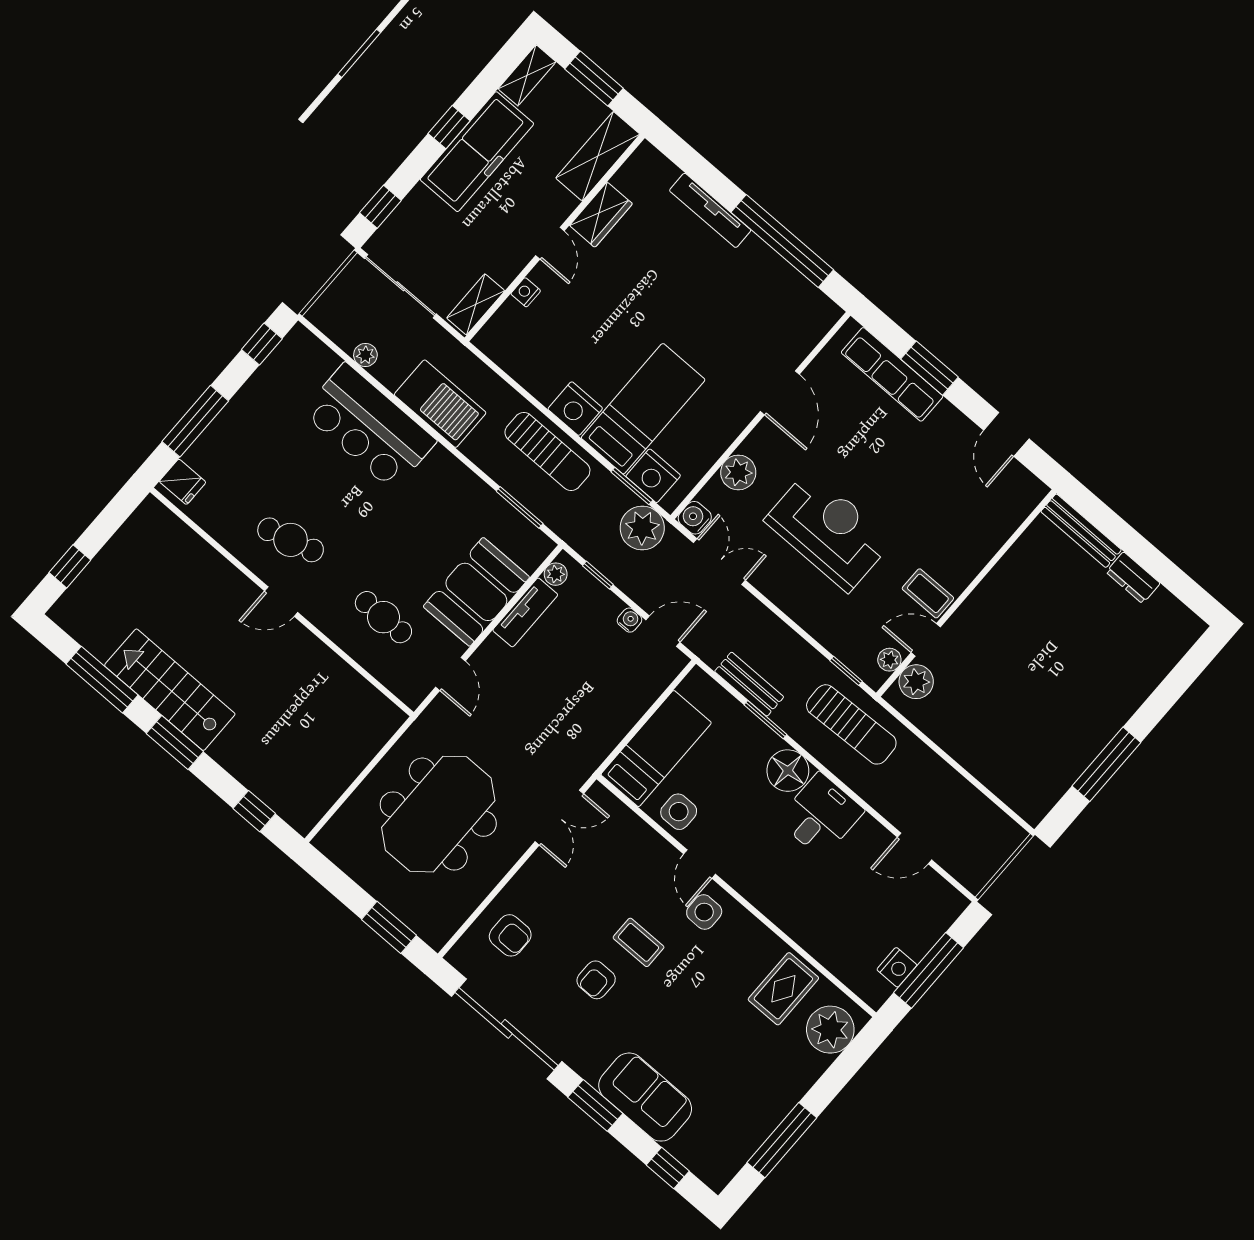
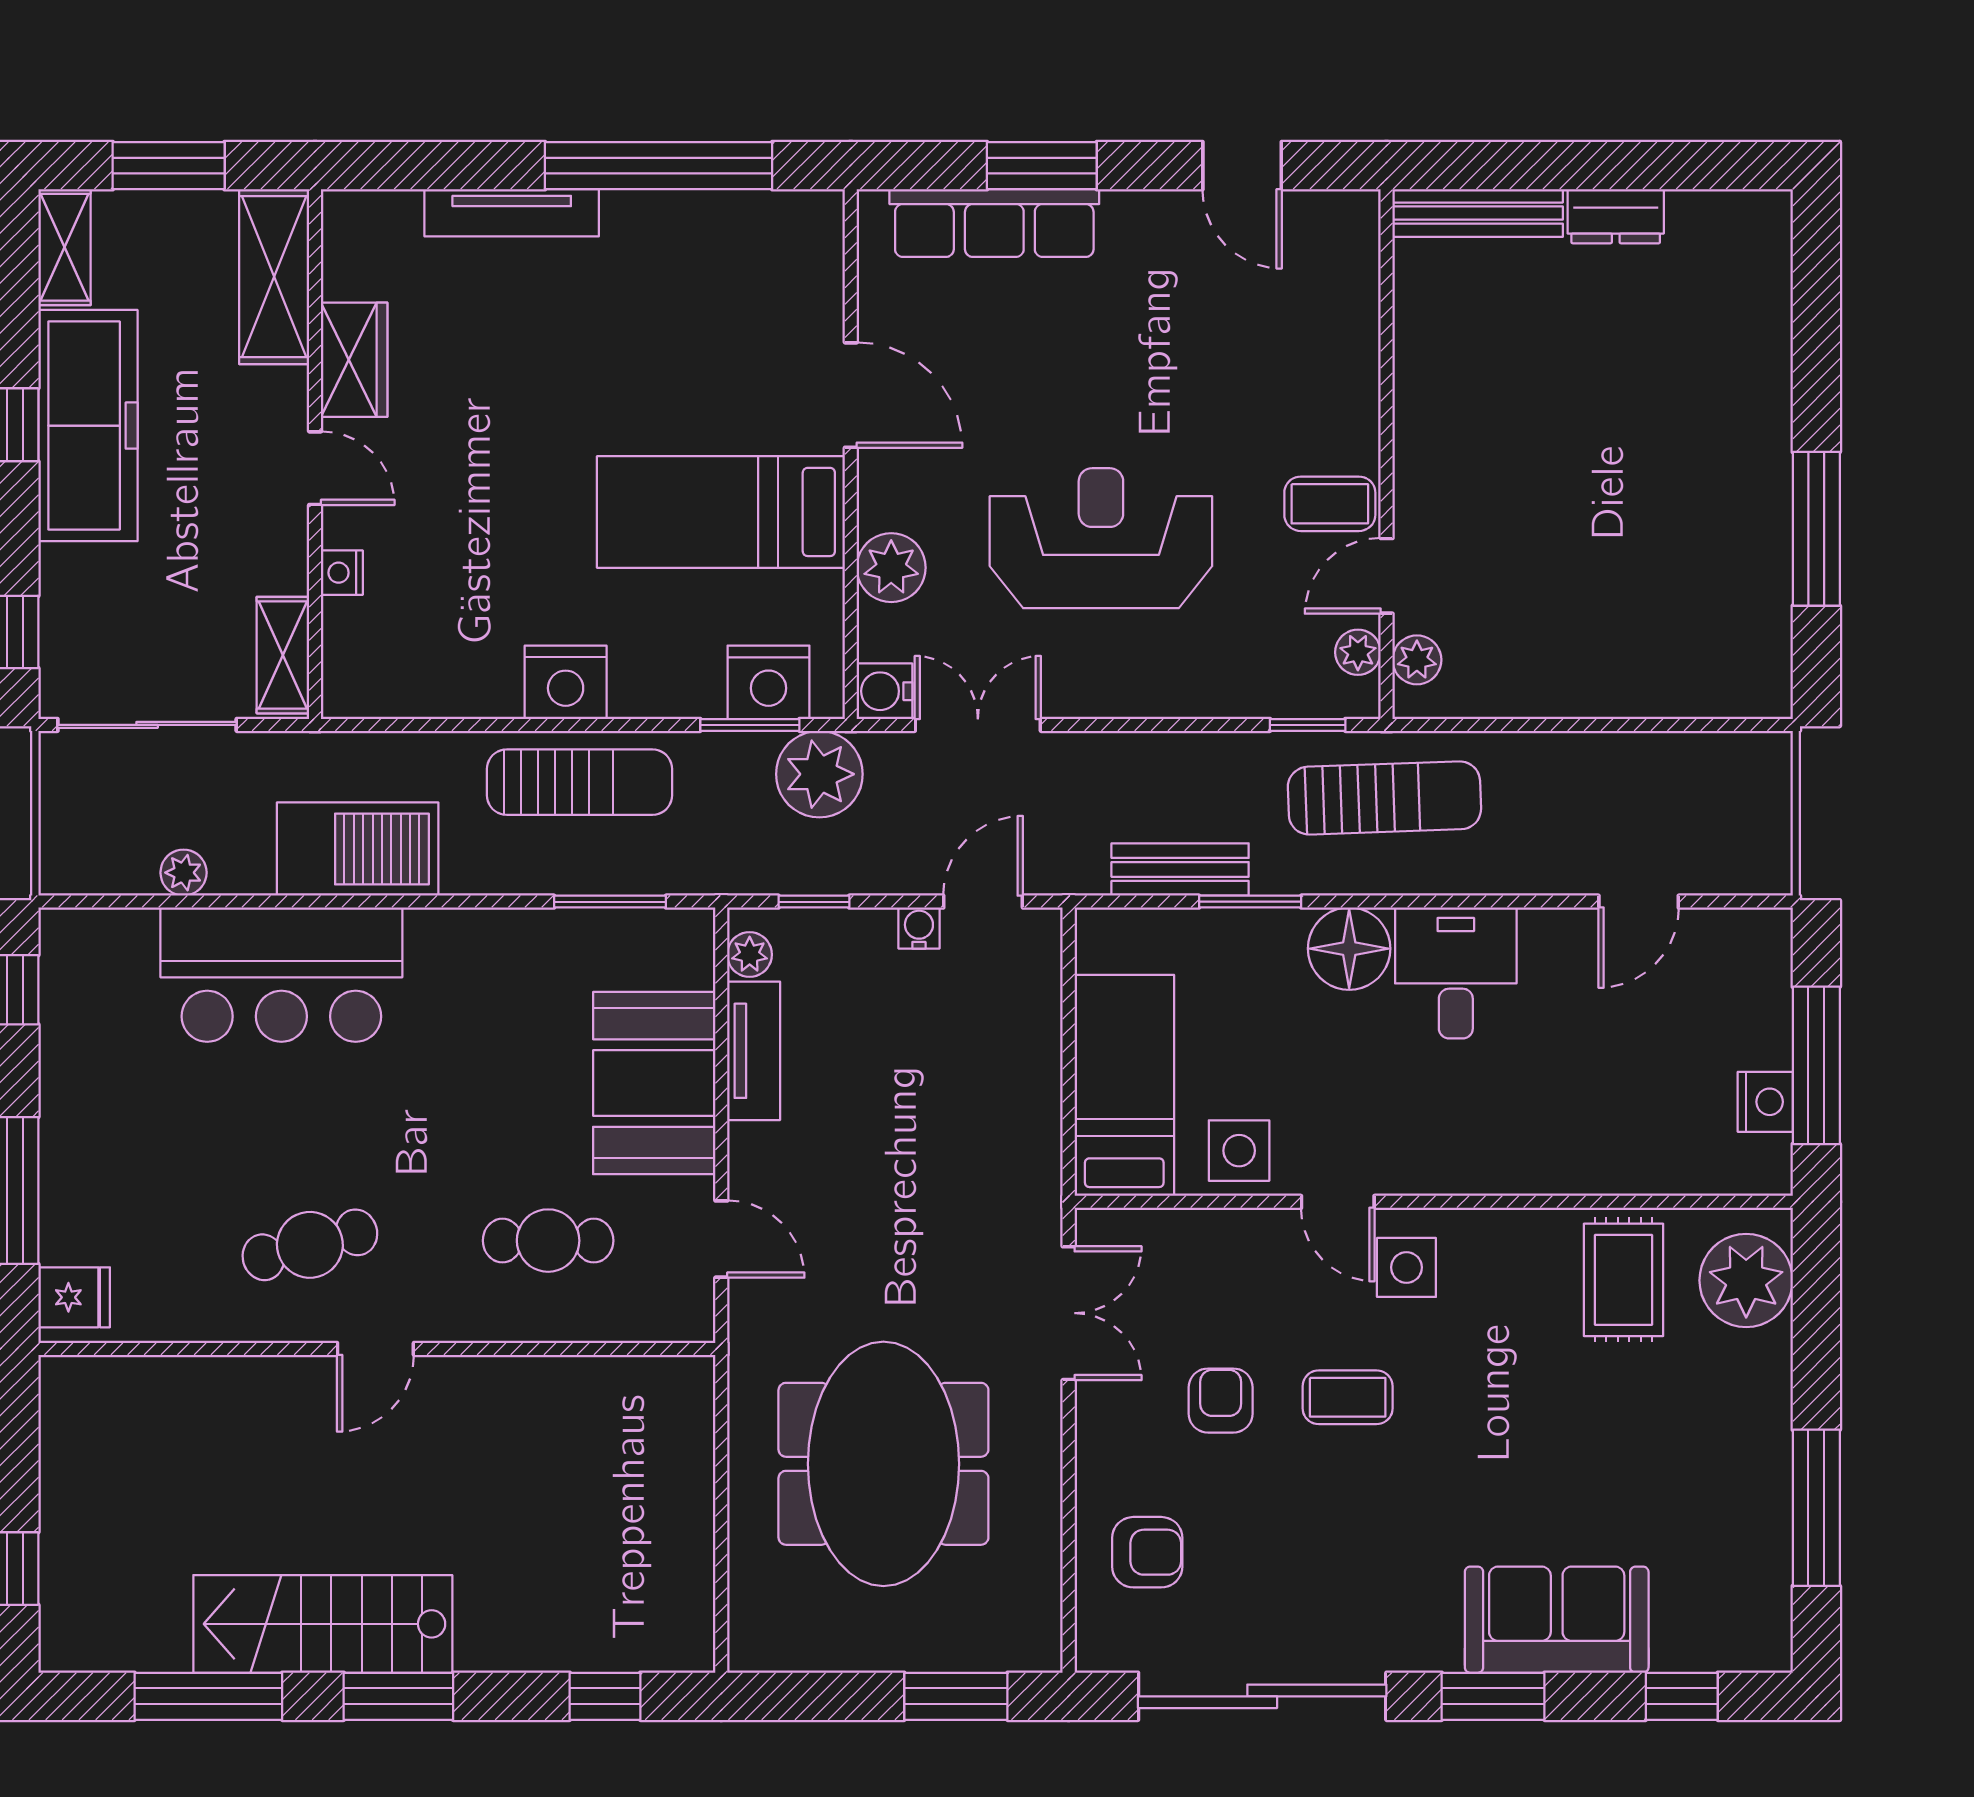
bed: (643, 409) -> (721, 512), moved, turned -90
plant: (916, 682) -> (1417, 660), width x0.73, depth x0.73
armchair: (596, 980) -> (1221, 1401), moved, turned 180

